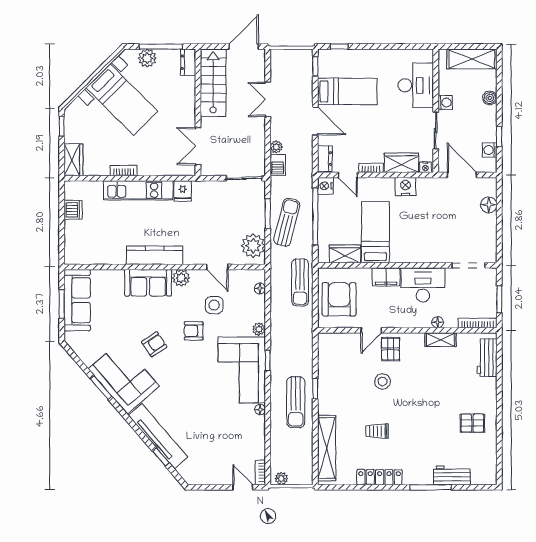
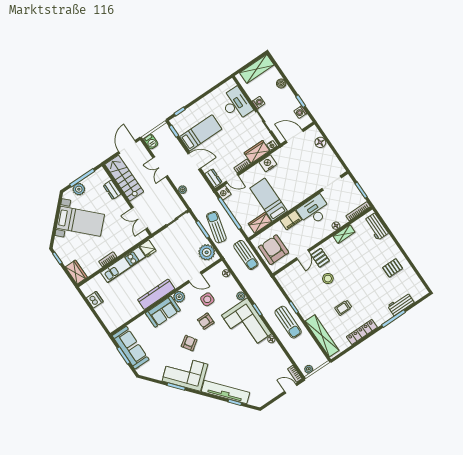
dresser: (188, 62) -> (112, 190), moved
barbecue: (278, 165) -> (151, 141), moved

